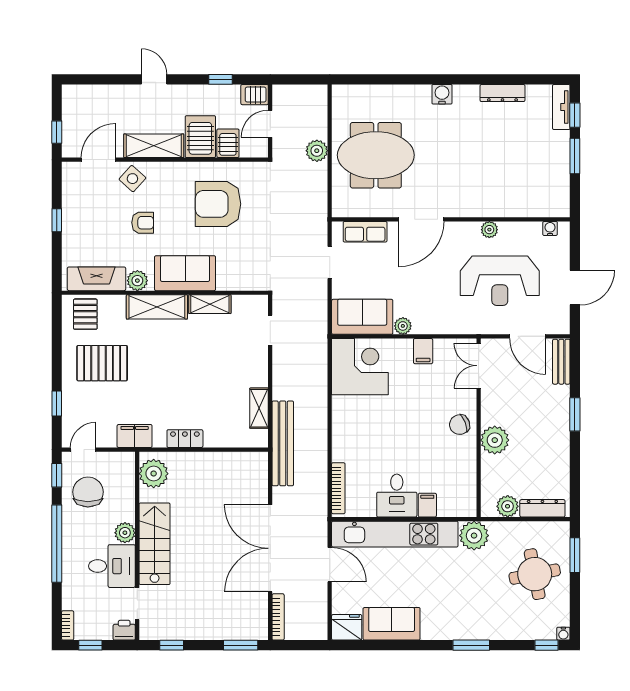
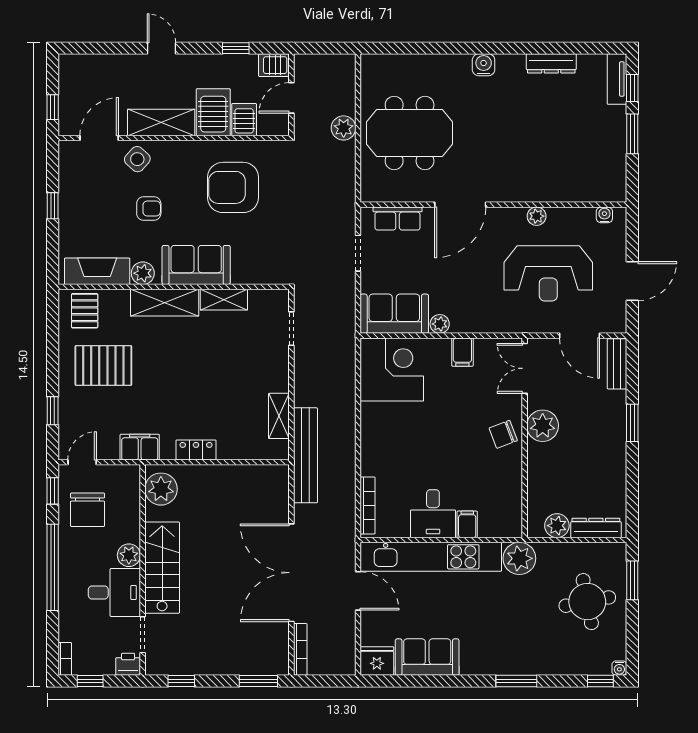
plant: (495, 440) -> (543, 426), moved
chair: (88, 492) -> (88, 510), turned 180

